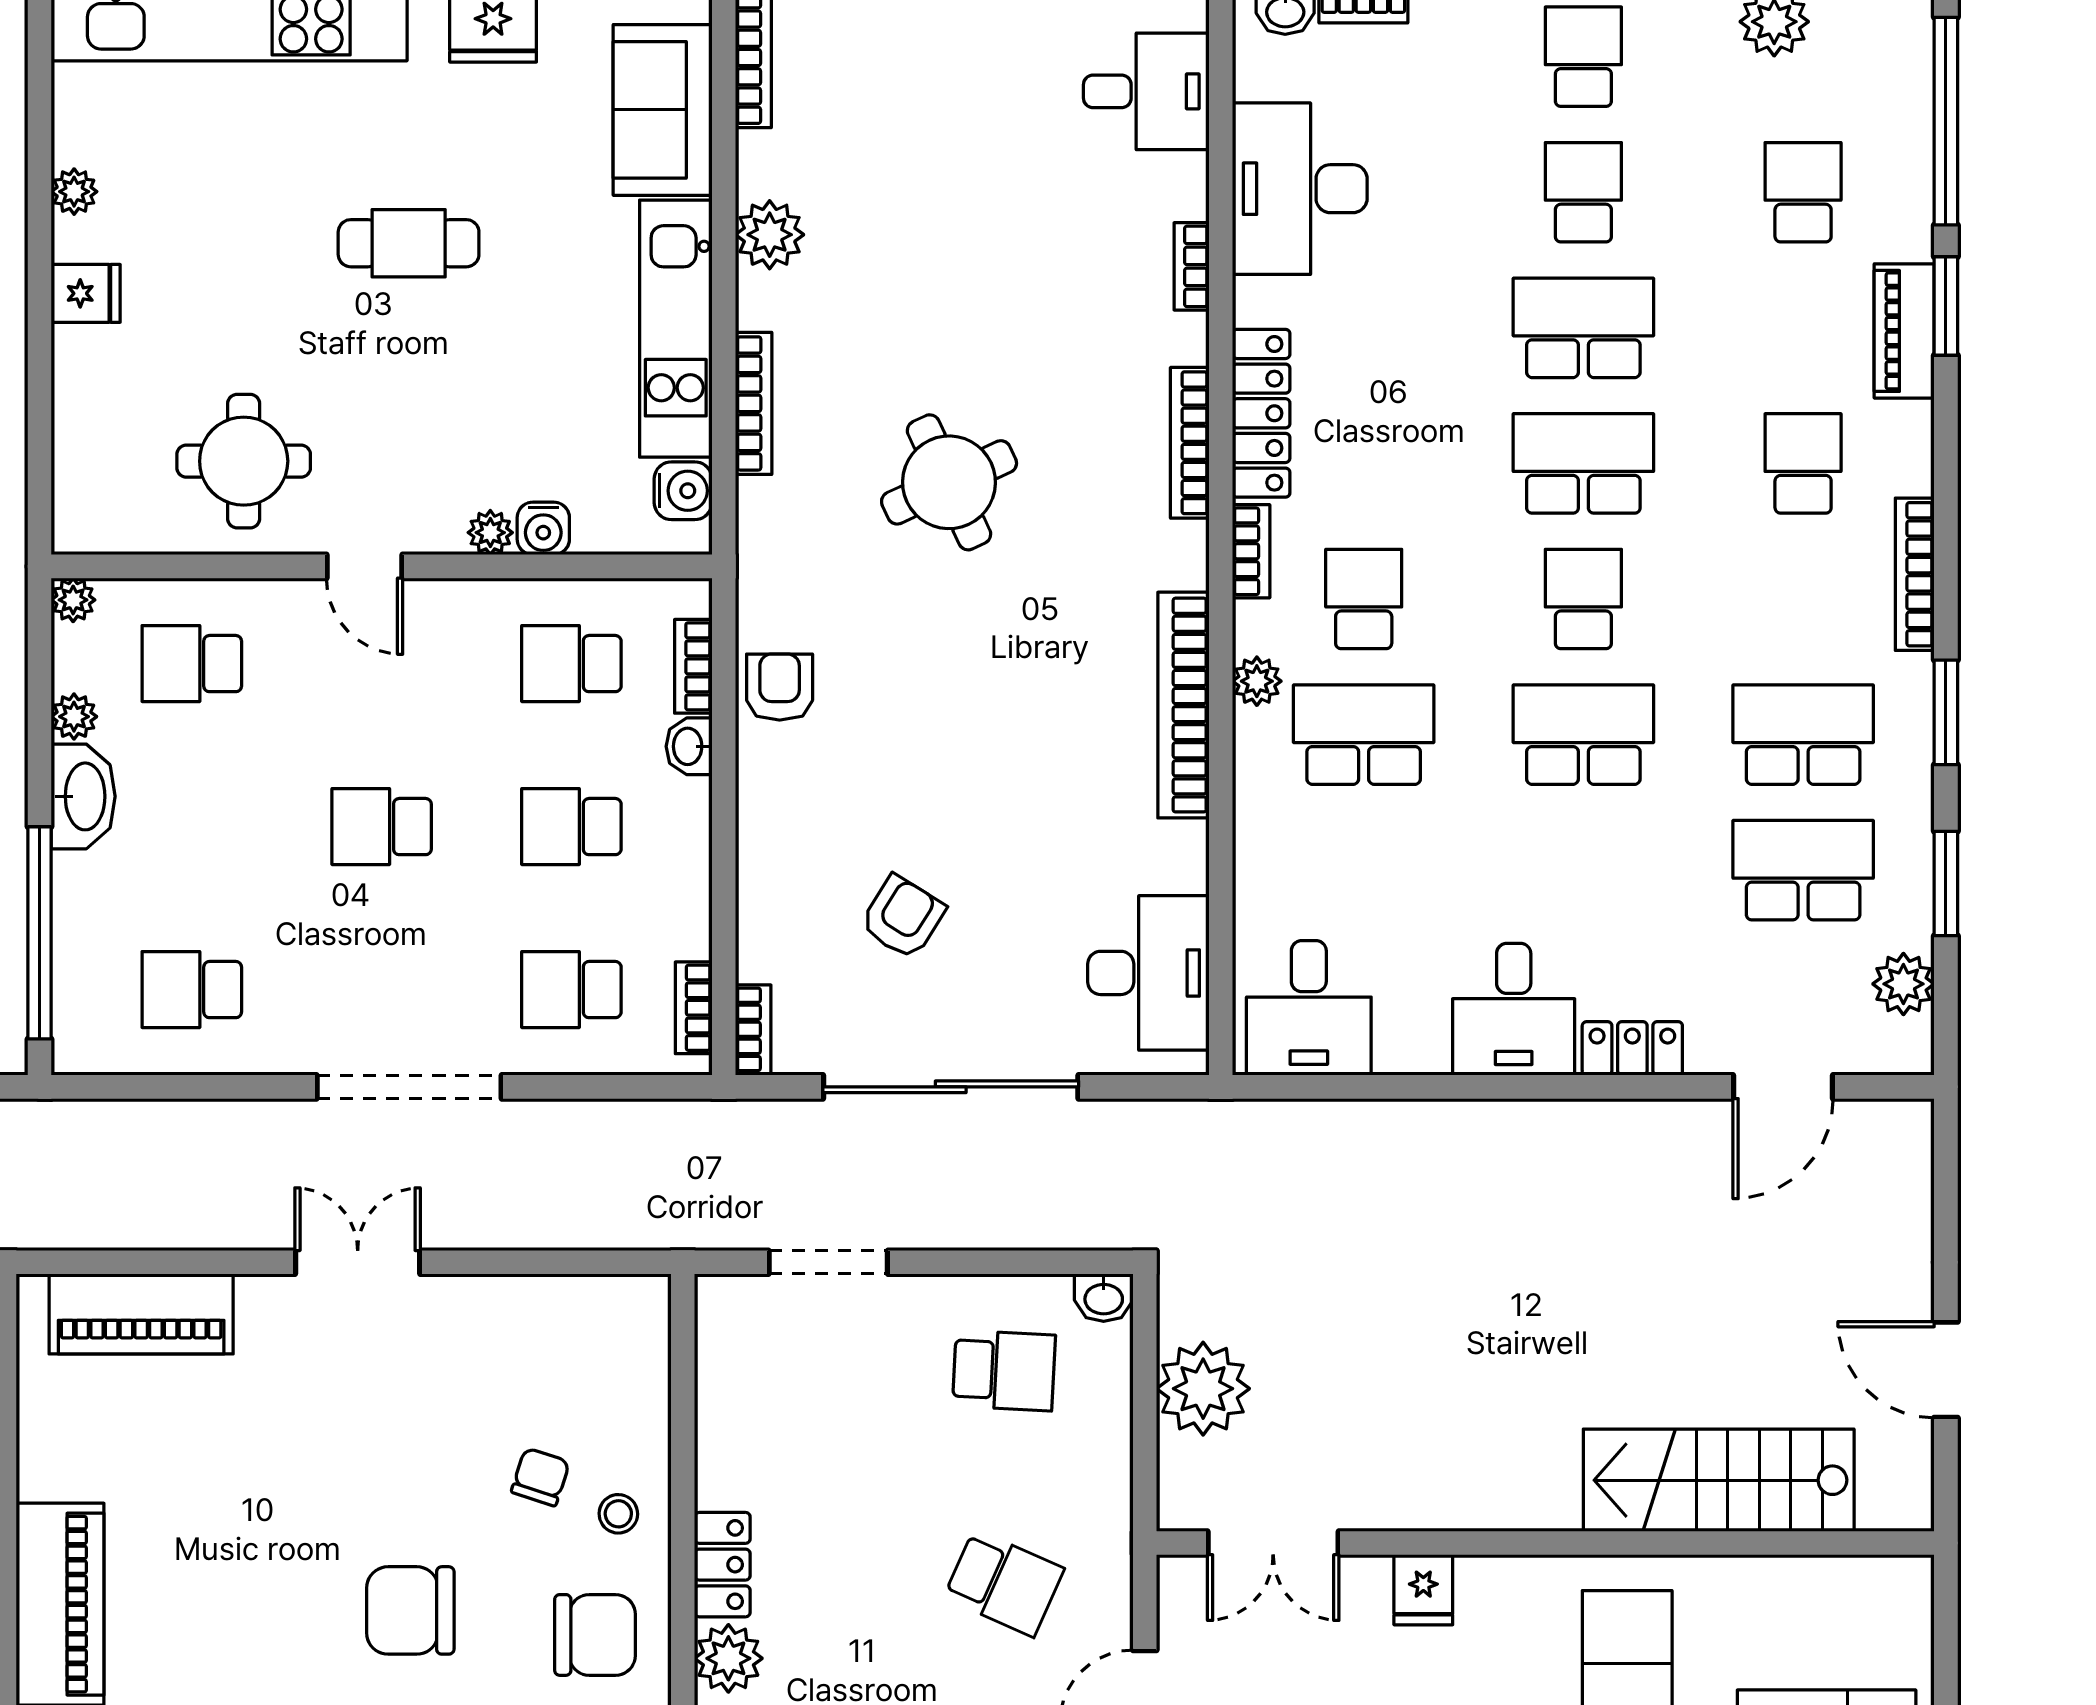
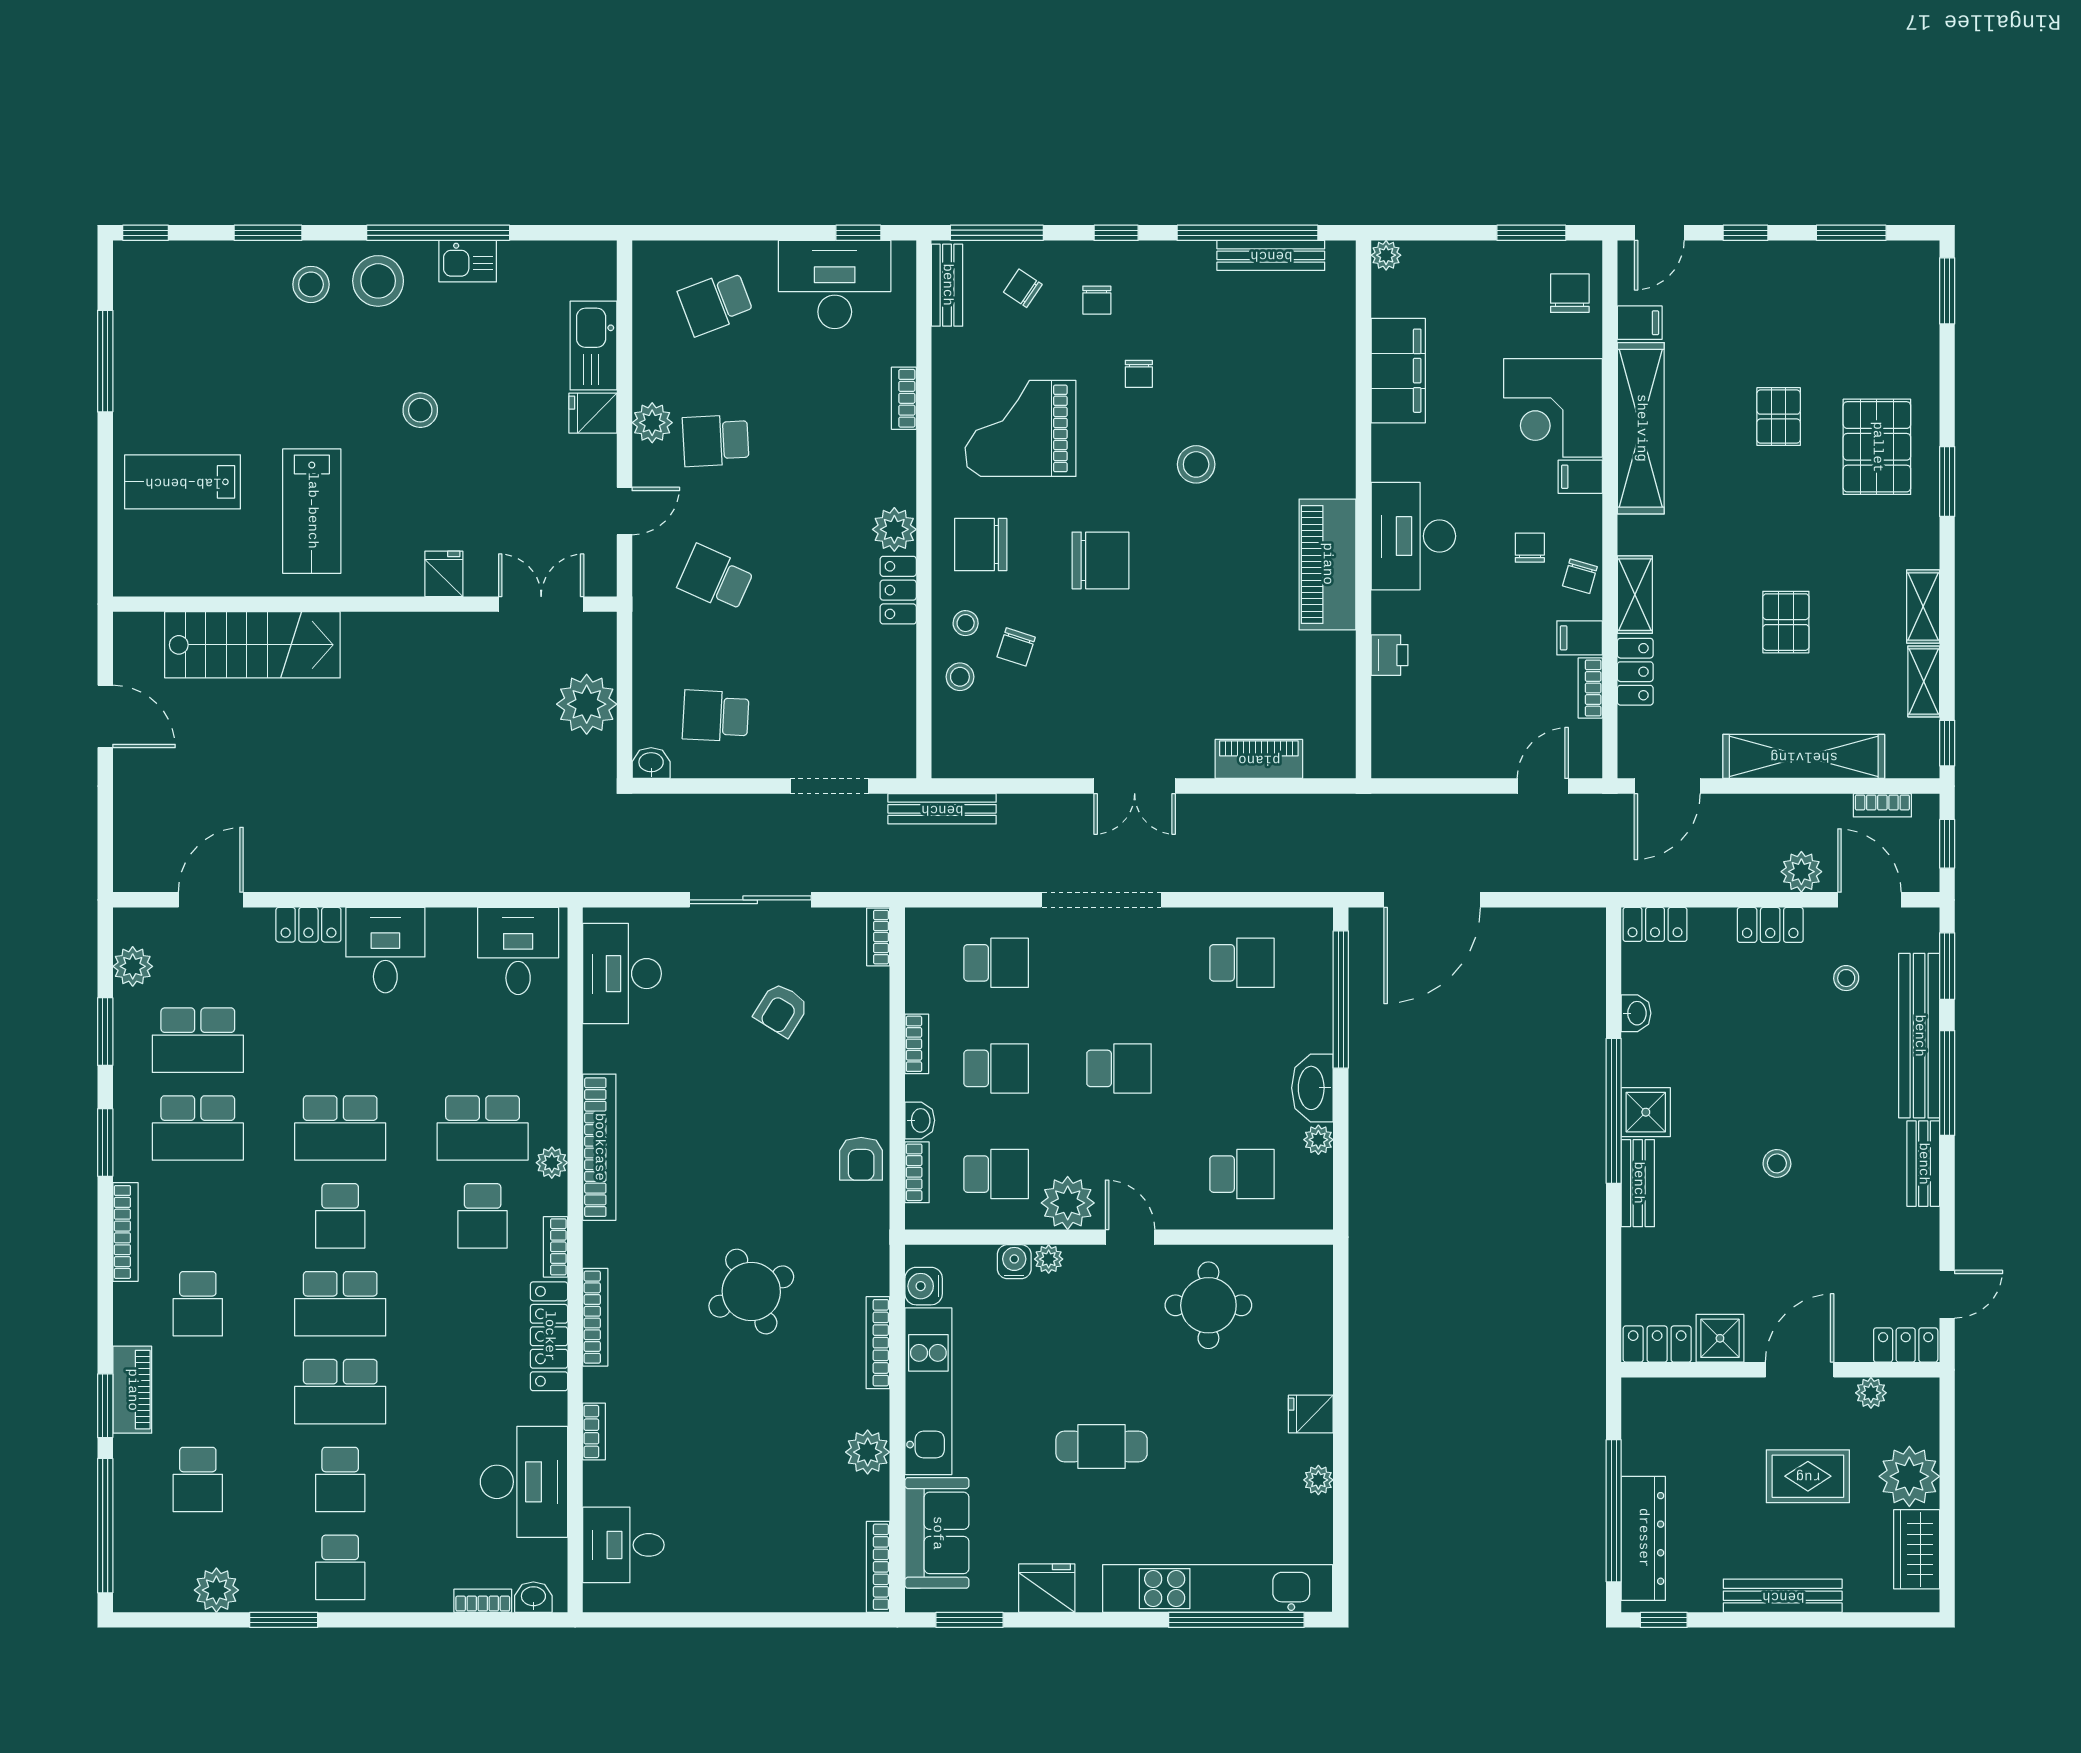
plant: (73, 600) -> (1068, 1203), moved, width x1.88, depth x1.88
bookcase: (694, 1008) -> (917, 1044), moved
sliding door: (951, 1087) -> (750, 900), width x0.73
bench: (655, 1227) -> (942, 809), added
piano: (141, 1314) -> (1259, 759), width x0.73, depth x0.75
stool: (627, 1431) -> (960, 677), added

